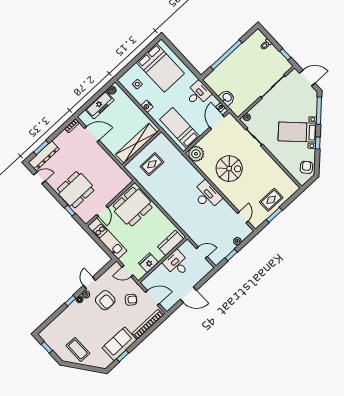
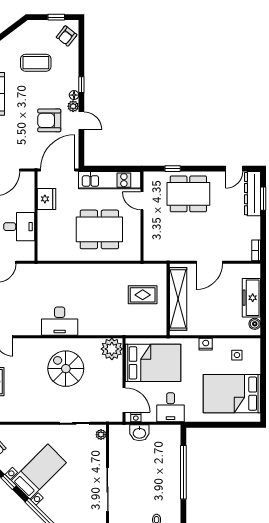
bed: (180, 128) -> (153, 363), width x1.50
door: (92, 134) -> (209, 262), moved
rug: (152, 164) -> (143, 295), turned 90
spiral stairs: (229, 169) -> (66, 369), turned 90
dining table: (76, 190) -> (188, 194), turned 90
dining table: (133, 207) -> (99, 229), moved, turned 90
kitchen counter: (171, 243) -> (46, 240), removed
door: (127, 271) -> (58, 170), width x1.88
armchair: (131, 300) -> (67, 36), moved
coffee table: (78, 349) -> (36, 63), moved

